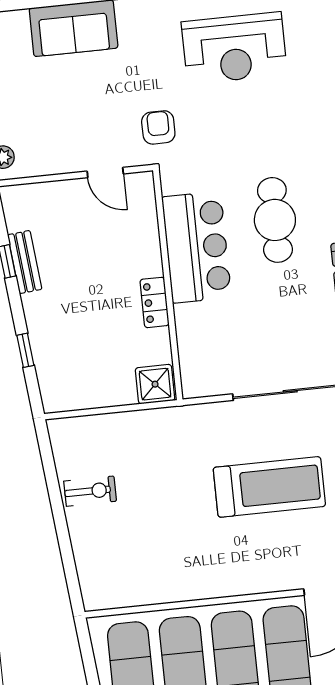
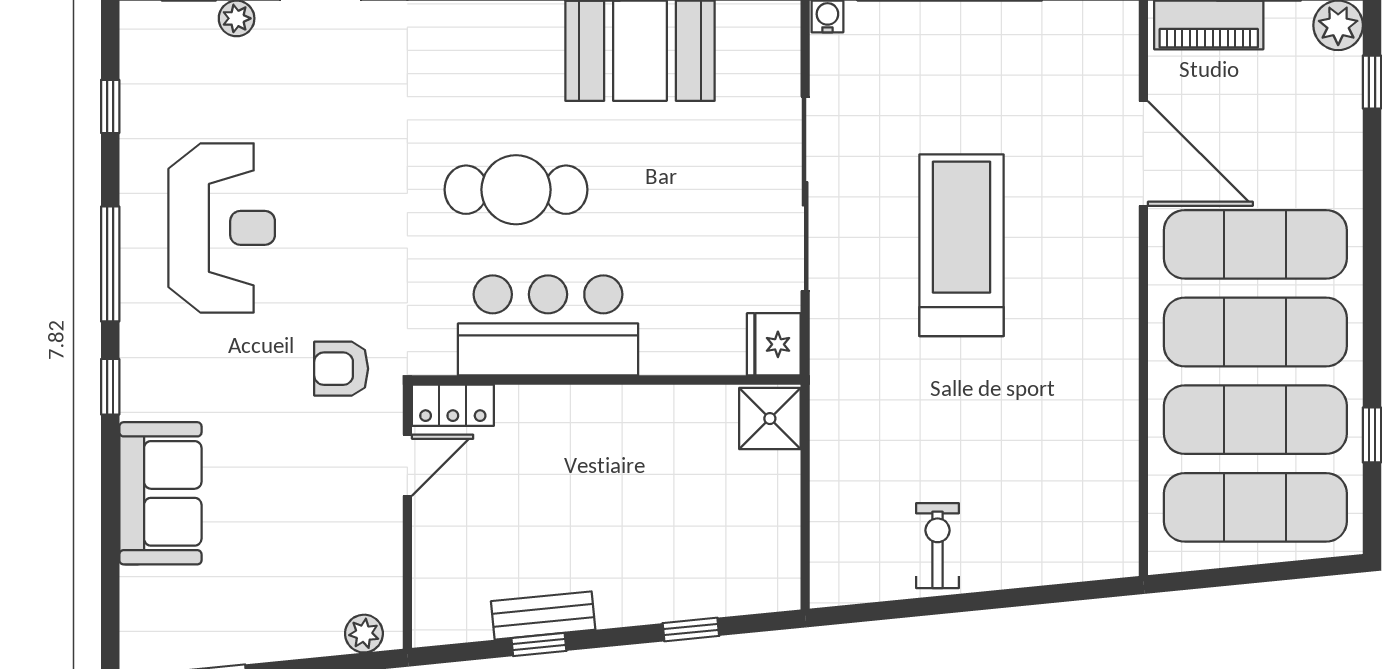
locker: (155, 302) -> (453, 405), moved
fridge: (199, 382) -> (774, 344), added

